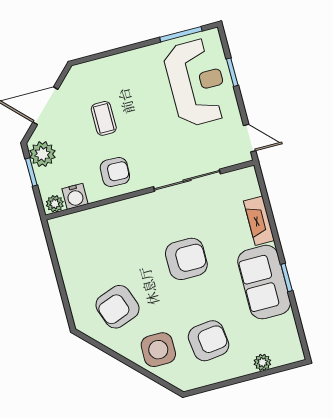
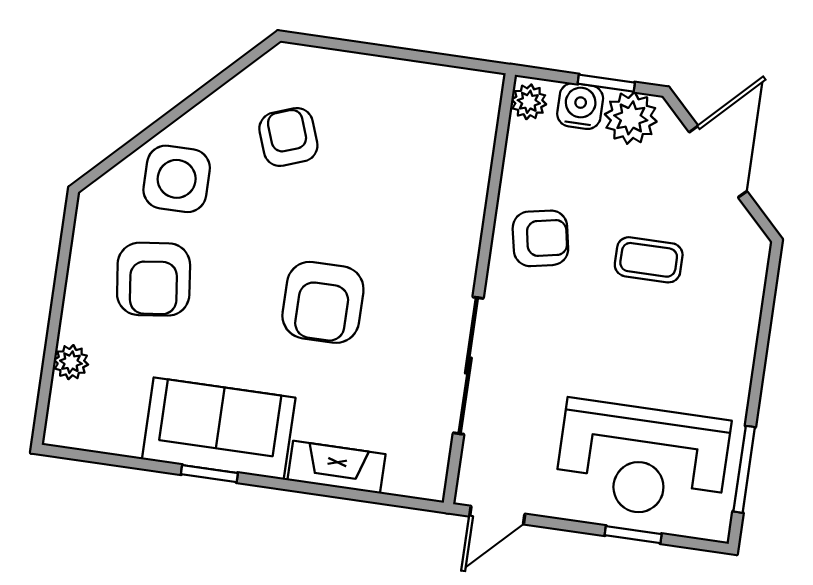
armchair: (115, 172) -> (540, 238), turned -103
water cooler: (75, 196) -> (580, 106), moved, turned 90
armchair: (117, 307) -> (288, 137), width x0.72, depth x0.72

